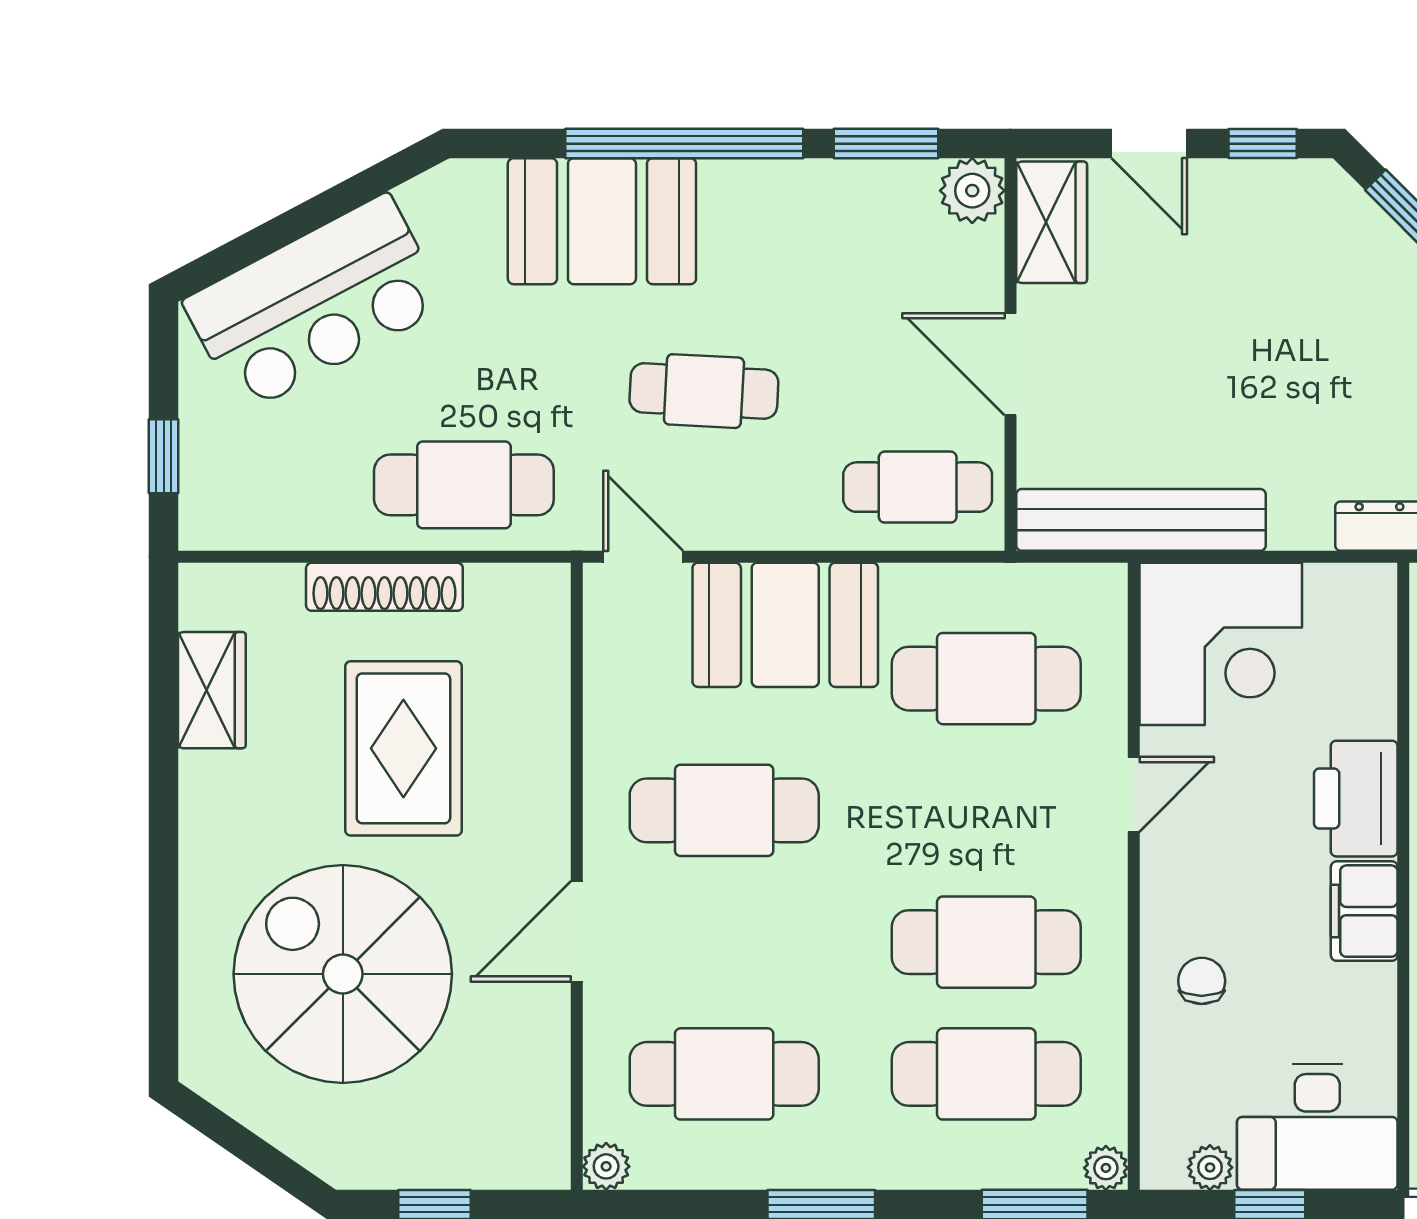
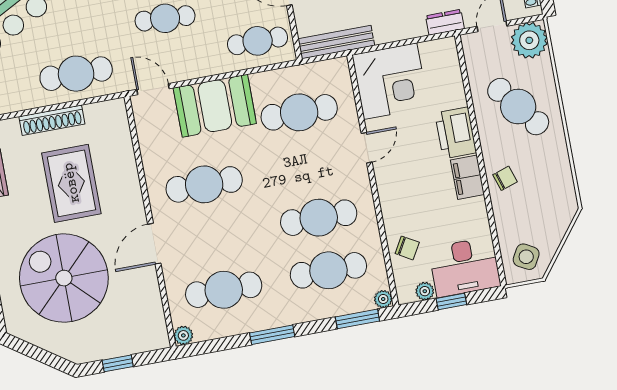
bench: (1141, 520) -> (336, 42), width x0.73, depth x0.82
chair: (1202, 981) -> (407, 248), moved, turned 120

